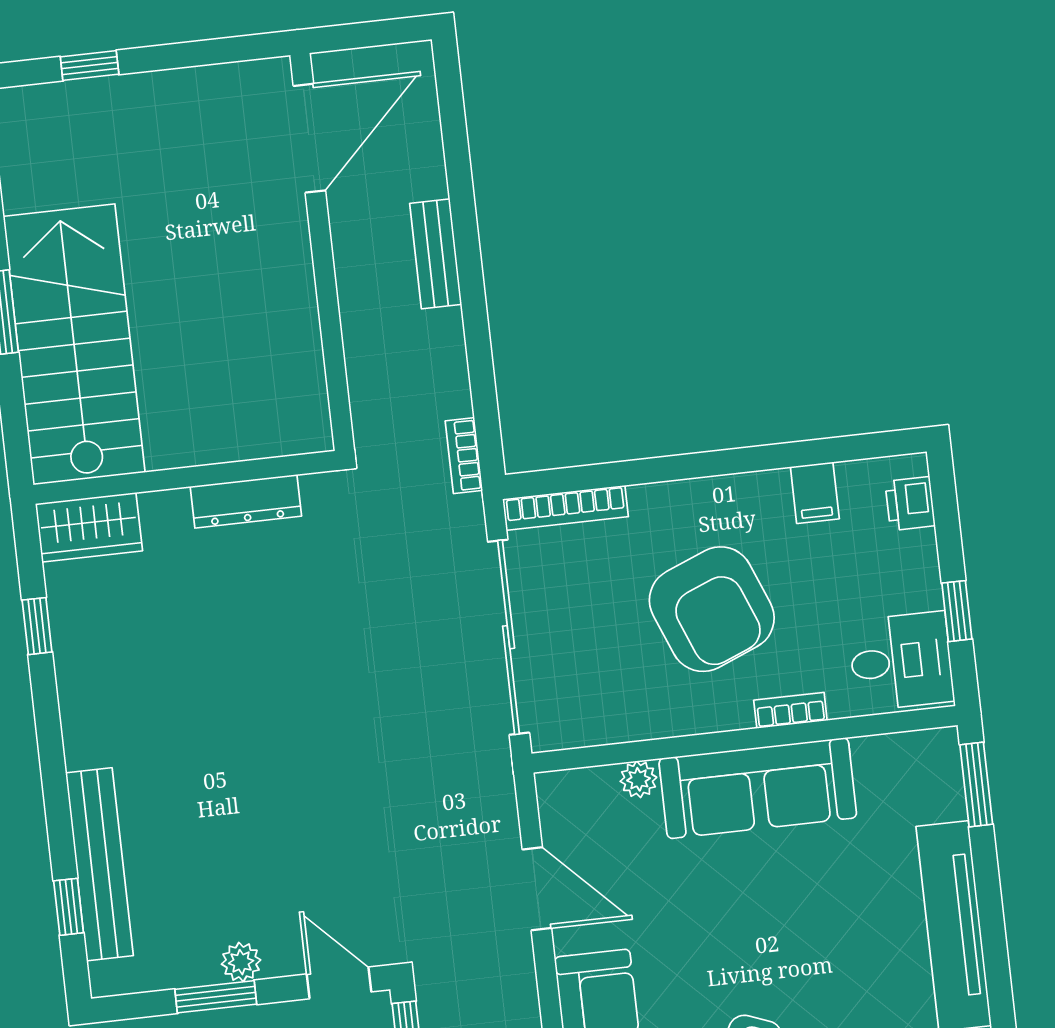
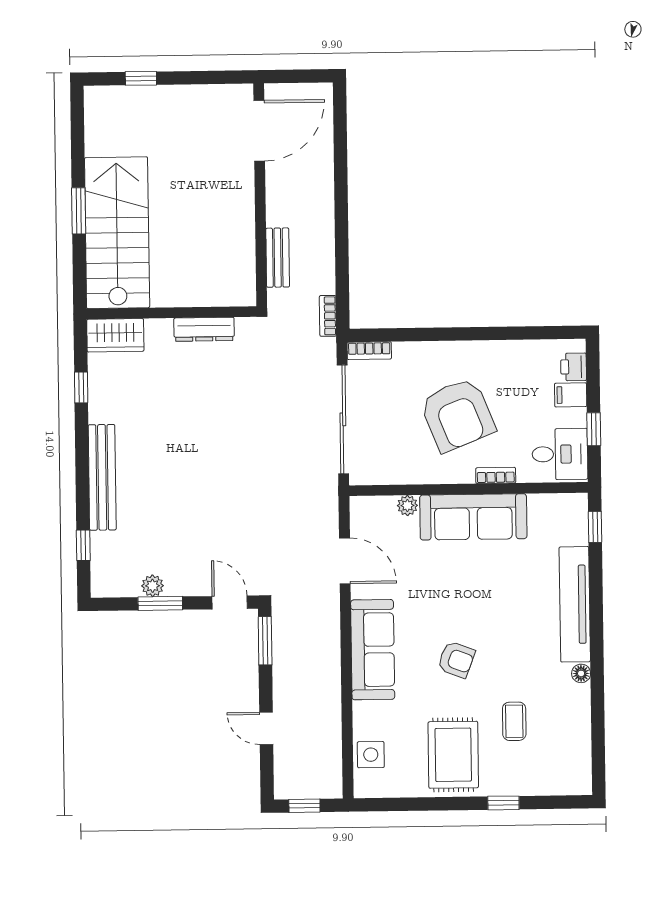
bench: (436, 254) -> (278, 258), moved
filing cabinet: (815, 493) -> (571, 395), moved, turned 90
bookcase: (566, 508) -> (369, 351), width x0.64
window: (976, 785) -> (595, 527), width x0.67
bench: (99, 864) -> (102, 477), moved
plant: (241, 962) -> (153, 586), moved

